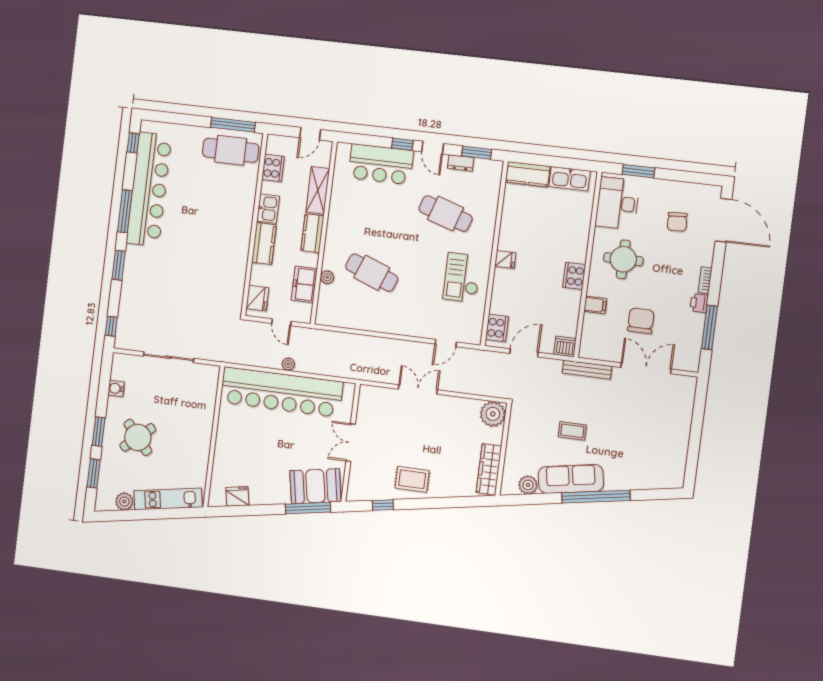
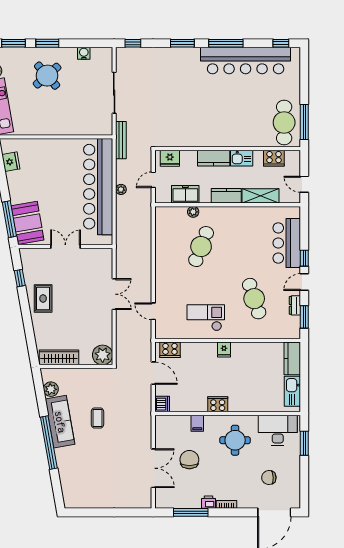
cafe table: (446, 214) -> (254, 299), turned -36
chair: (641, 321) -> (189, 460), turned -90
bench: (587, 370) -> (121, 140), moved

